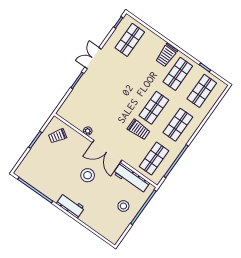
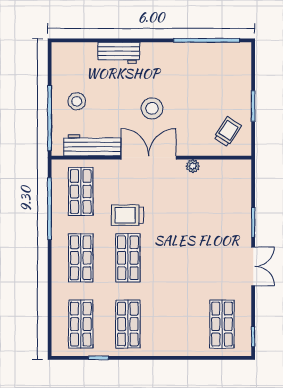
trolley: (166, 55) -> (160, 338), removed
workbench: (70, 206) -> (119, 53), moved

